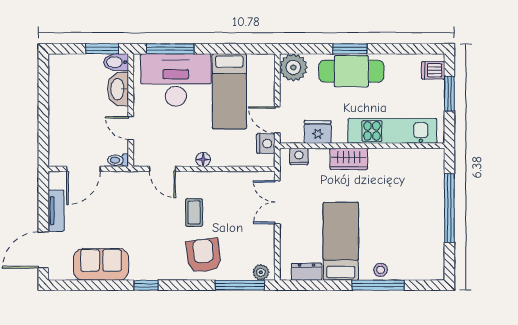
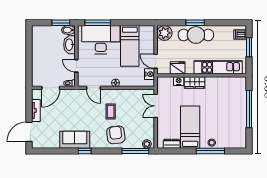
nightstand: (299, 156) -> (179, 81), moved
sofa: (101, 264) -> (75, 140), moved

